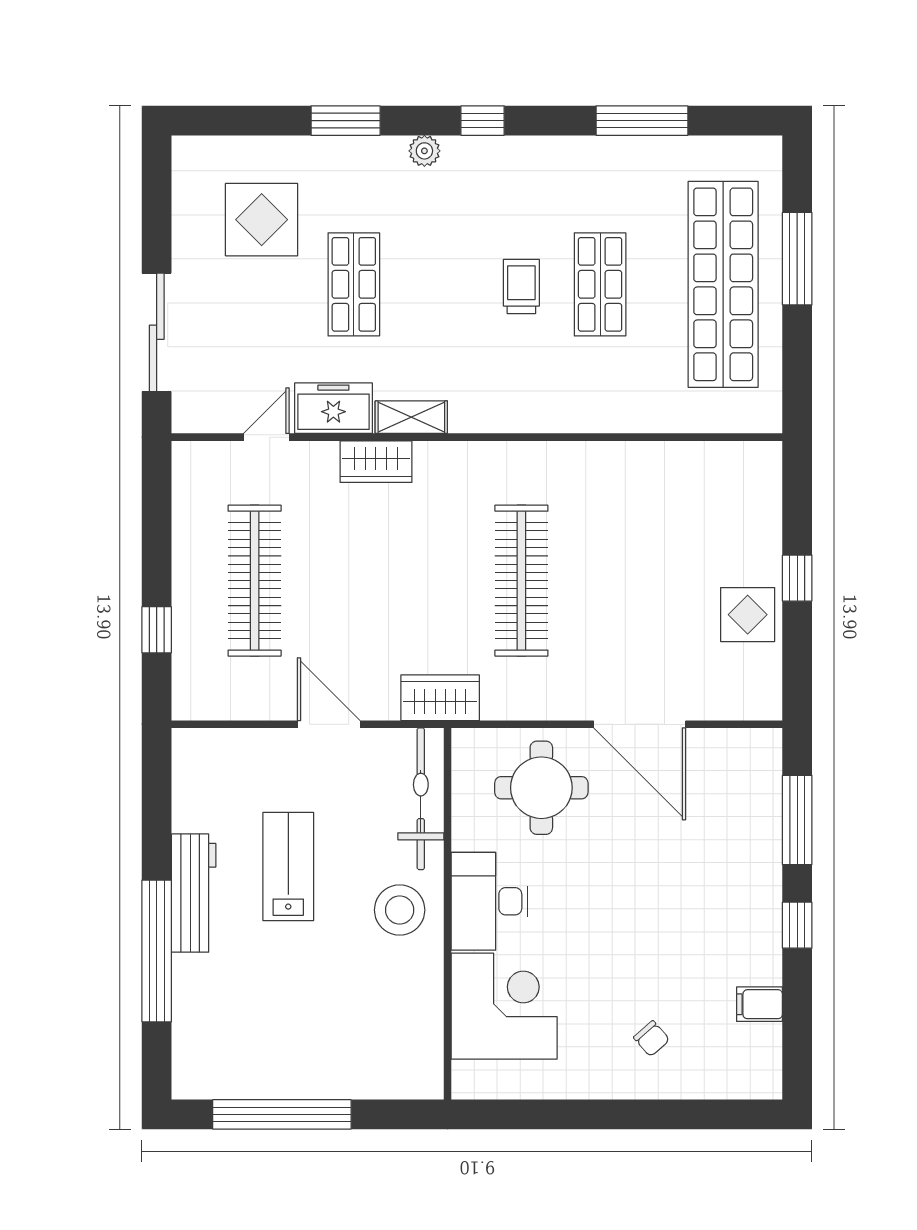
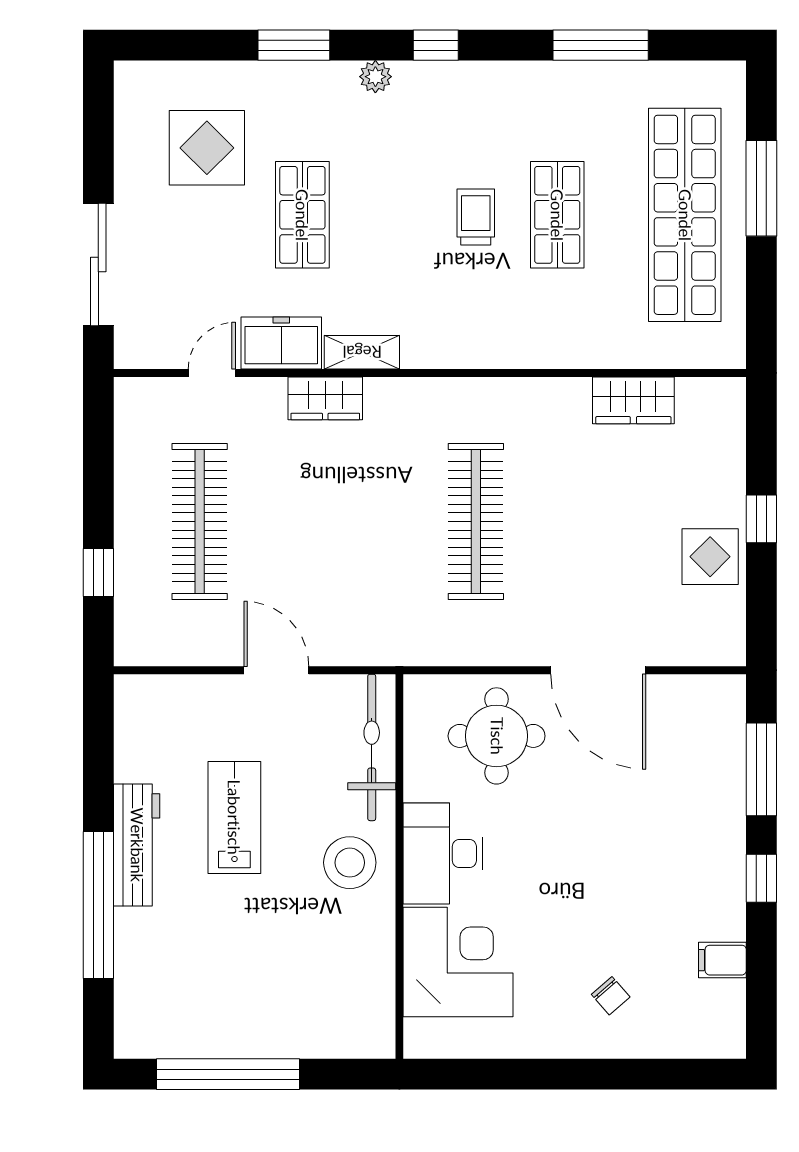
wardrobe: (440, 698) -> (633, 400), moved, turned 180

